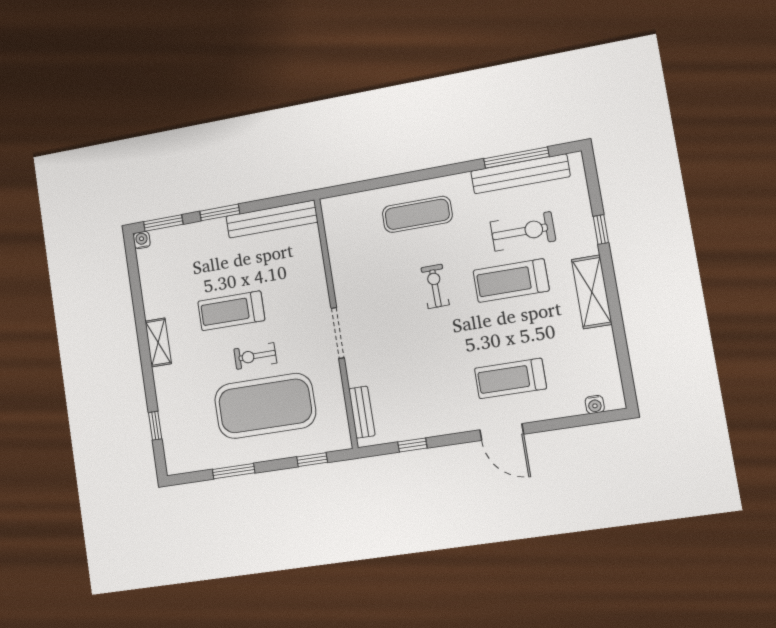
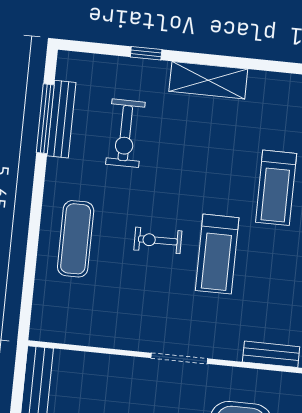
bench: (520, 174) -> (61, 119), width x0.73, depth x0.82
exercise bike: (523, 231) -> (125, 133), turned 180
treadmill: (511, 281) -> (217, 254), moved

